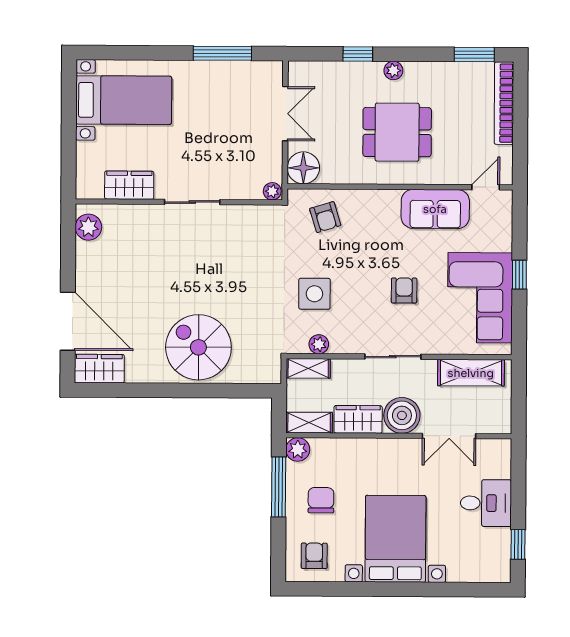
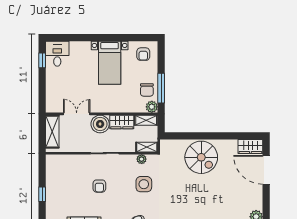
corner sofa: (480, 298) -> (62, 183), removed
shelving: (471, 373) -> (52, 132), moved, turned 90
chair: (321, 500) -> (147, 90), moved
desk: (486, 503) -> (57, 54), moved, turned 90
bed with nightstands: (396, 539) -> (110, 63), width x0.73

